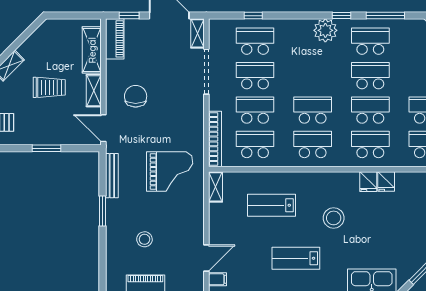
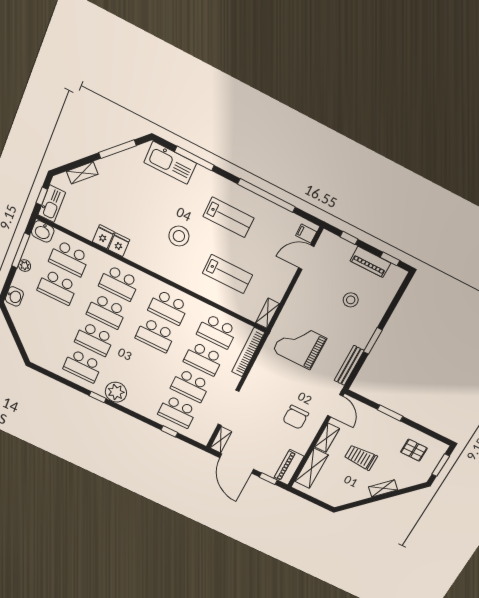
window: (385, 16) -> (62, 380), removed
fridge: (368, 182) -> (103, 237), moved

